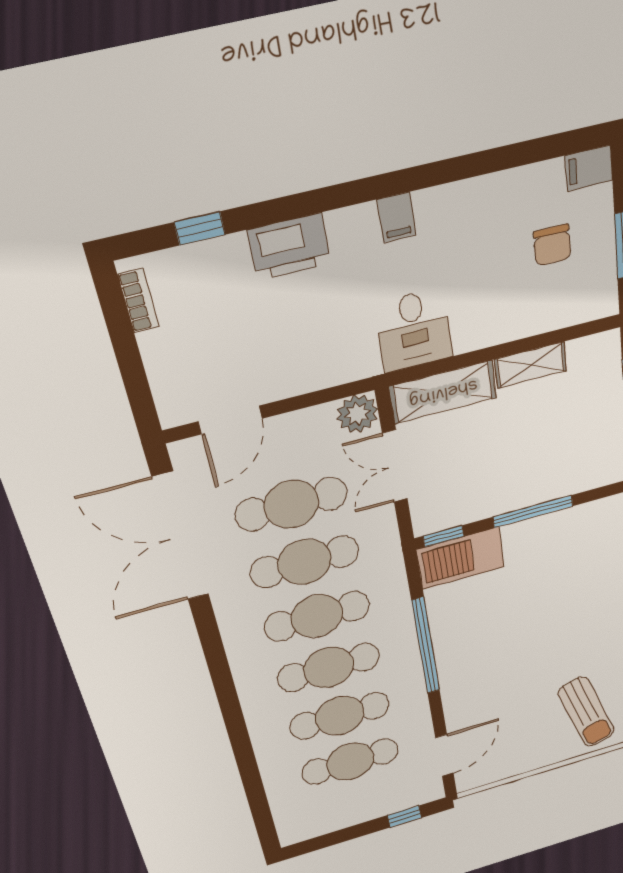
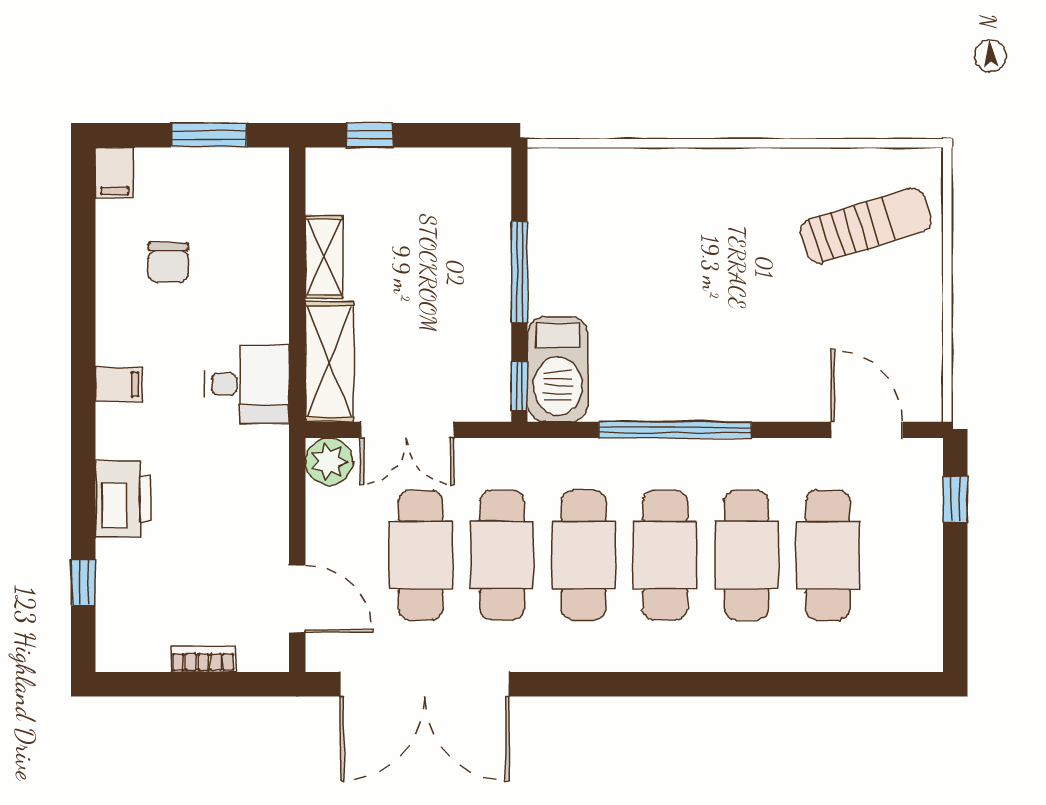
chair: (552, 245) -> (168, 262), moved, turned 90
bookcase: (138, 301) -> (203, 659), moved

